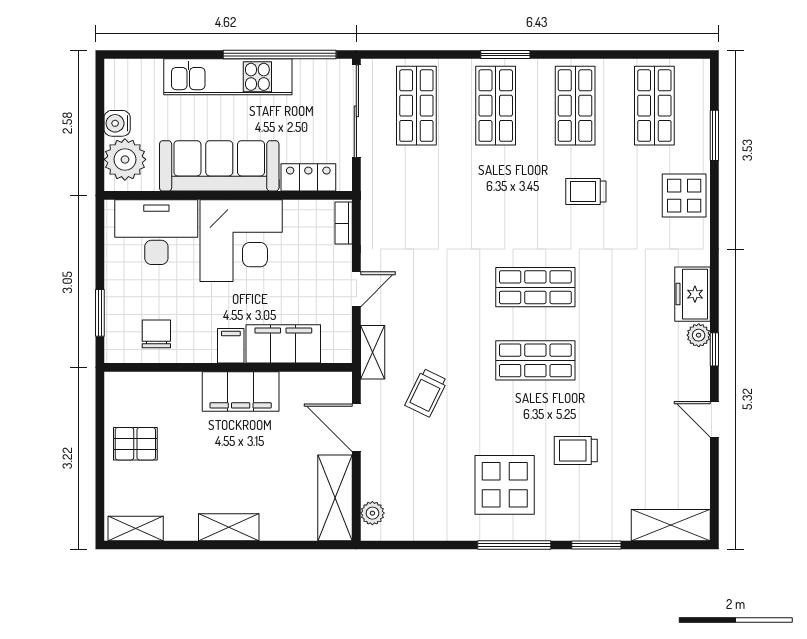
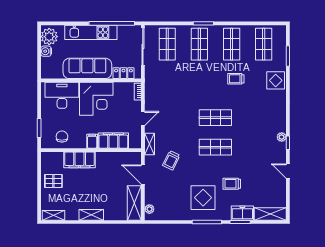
plant: (125, 159) -> (49, 37), moved
freezer: (692, 294) -> (242, 213), moved, turned 90
filing cabinet: (241, 392) -> (80, 160), moved

